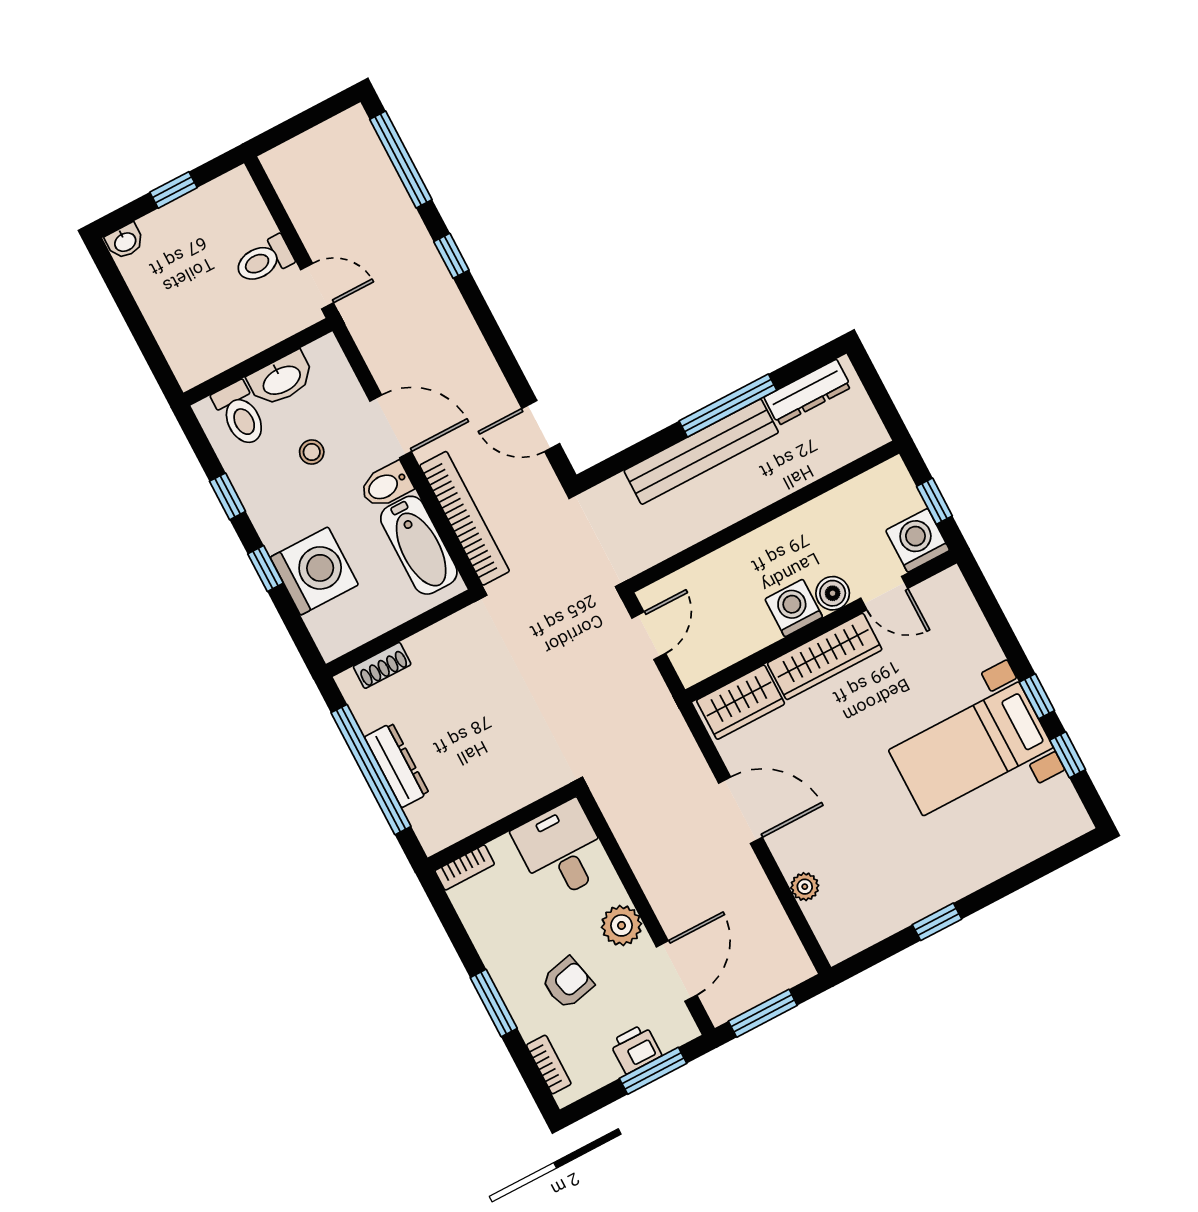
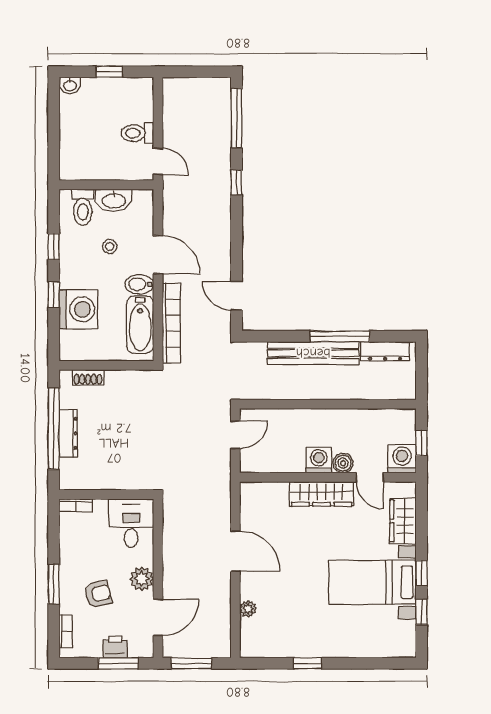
wardrobe: (741, 702) -> (403, 521), moved, turned 90

